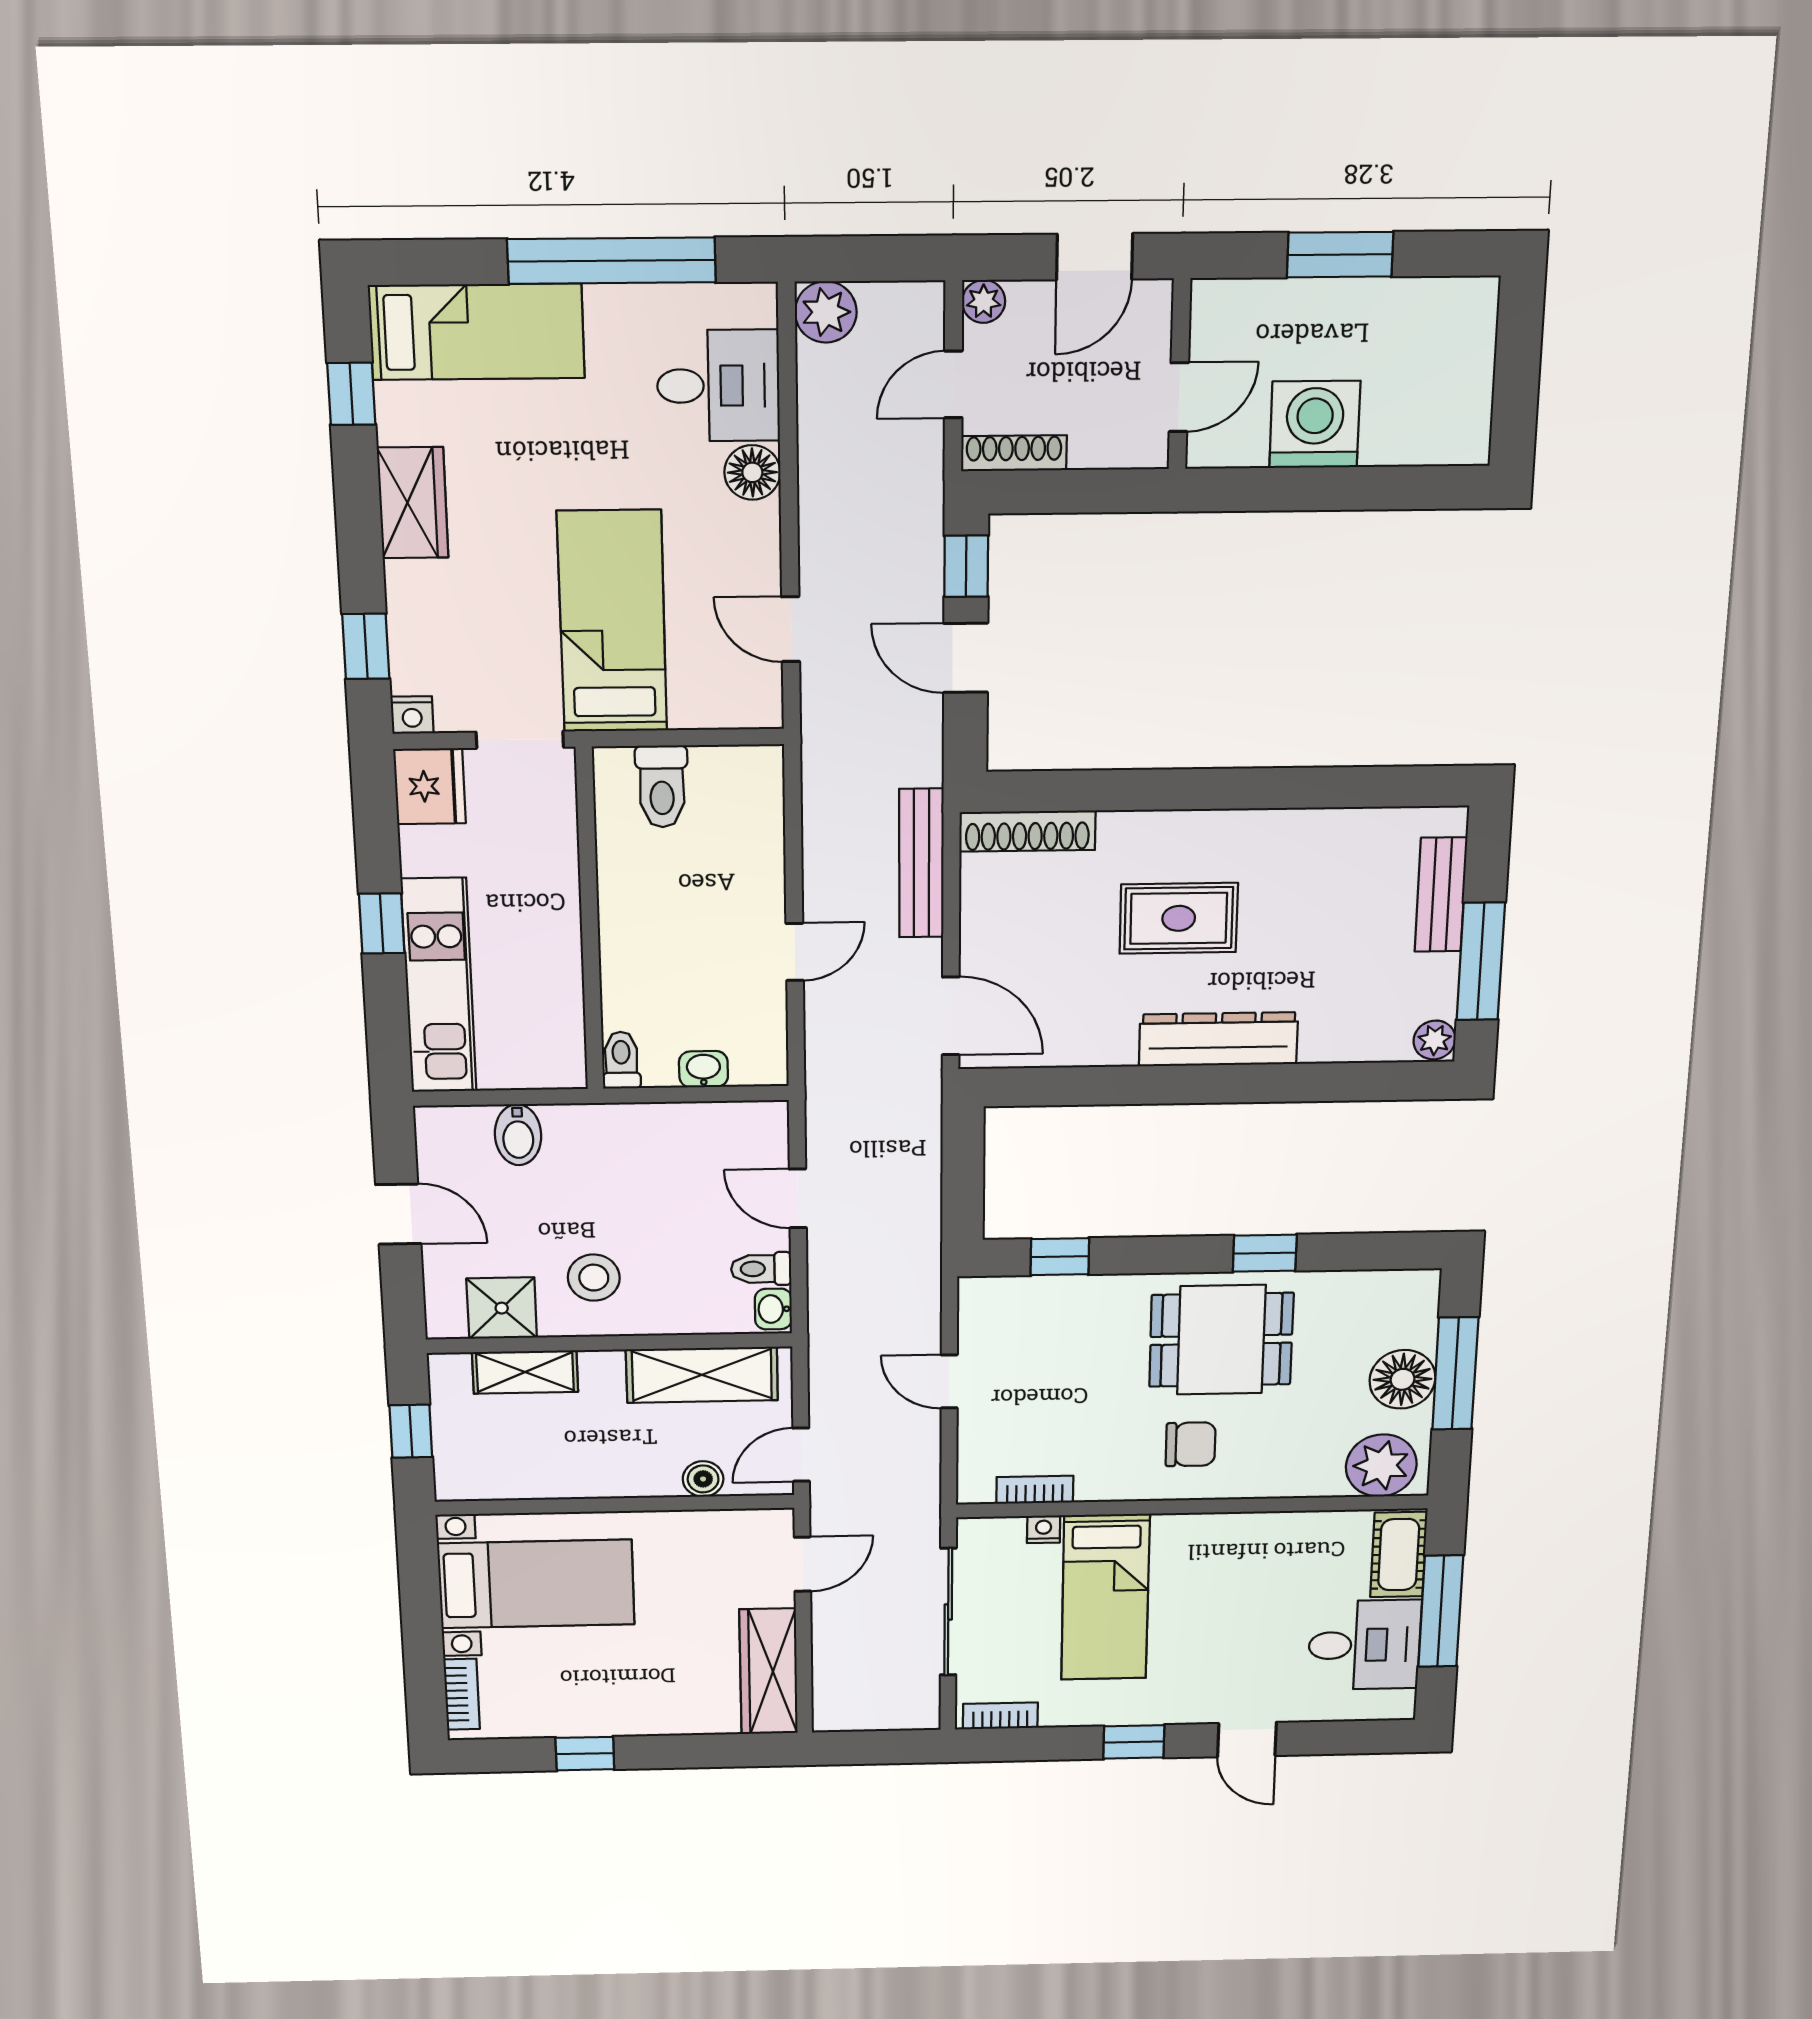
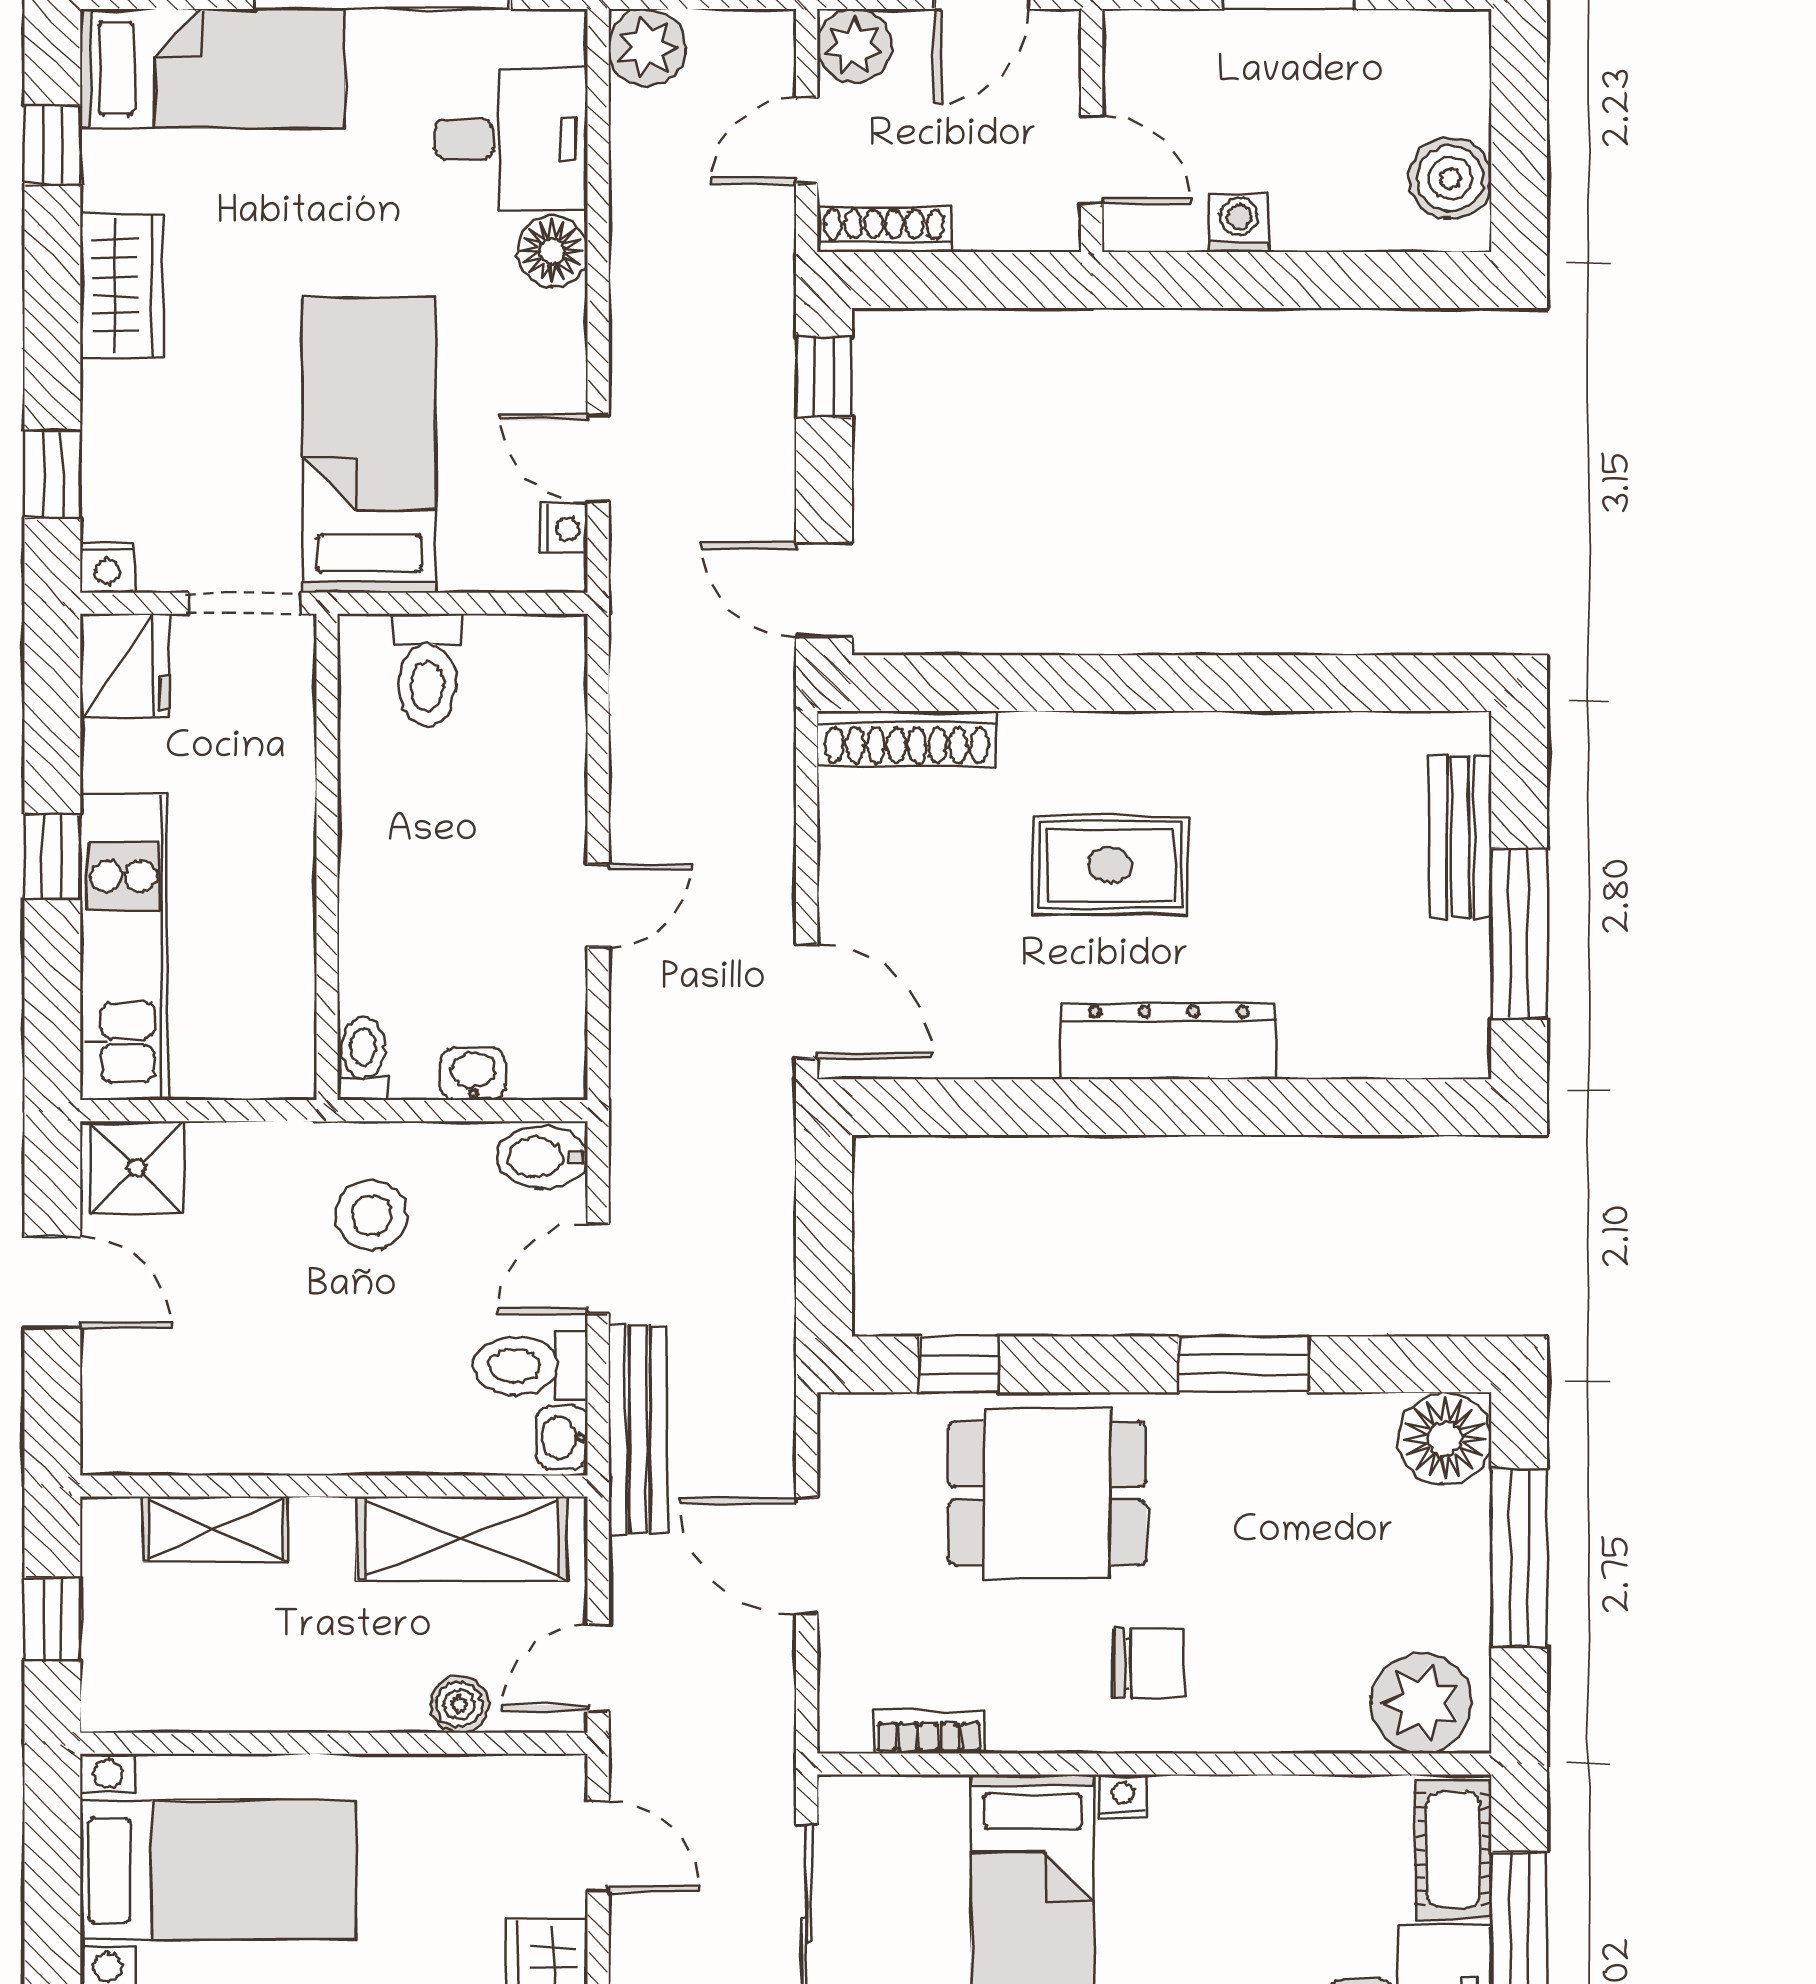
plant: (984, 301) -> (854, 46), width x1.38, depth x1.38
door: (1179, 397) -> (1092, 160), hinge flipped
boiler: (1461, 409) -> (1450, 178), added
washing machine: (1315, 425) -> (1239, 223), width x0.53, depth x0.53
door: (966, 658) -> (824, 590), moved
nightstand: (765, 682) -> (564, 529), added
bench: (921, 863) -> (638, 1430), moved
plant: (1435, 1040) -> (1463, 1047), removed
bidet: (518, 1135) -> (542, 1157), moved, turned 90
door: (798, 1198) -> (598, 1269), hinge flipped
window: (1265, 1253) -> (1243, 1364), width x1.50
toilet: (761, 1269) -> (530, 1366), width x1.37, depth x1.39
stool: (594, 1278) -> (372, 1215), moved
shower: (502, 1308) -> (137, 1168), moved
dining table: (1221, 1340) -> (1047, 1493), moved
floor lamp: (1402, 1379) -> (1445, 1439), moved
door: (949, 1381) -> (807, 1556), width x1.38
nightstand: (1044, 1529) -> (1123, 1797), moved
door: (803, 1564) -> (598, 1846), hinge flipped

